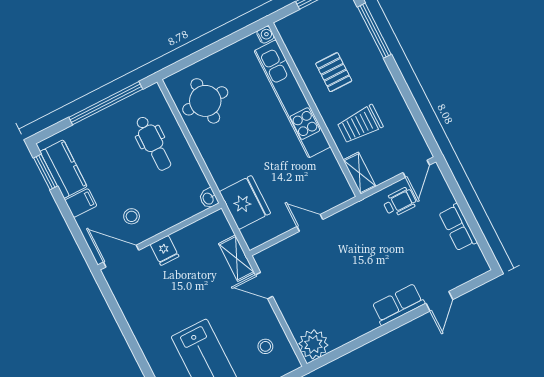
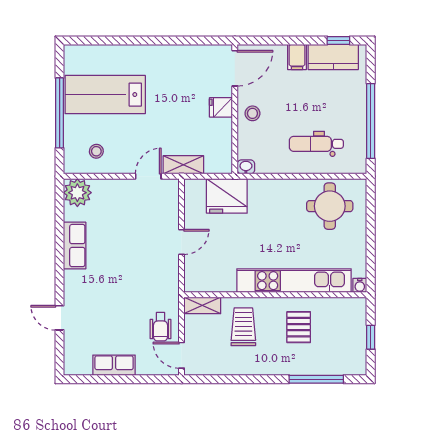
pallet: (334, 72) -> (299, 327), turned 90
window: (45, 172) -> (338, 40), width x0.67
stool: (132, 216) -> (252, 113), moved
row of seats: (398, 304) -> (75, 246), moved

